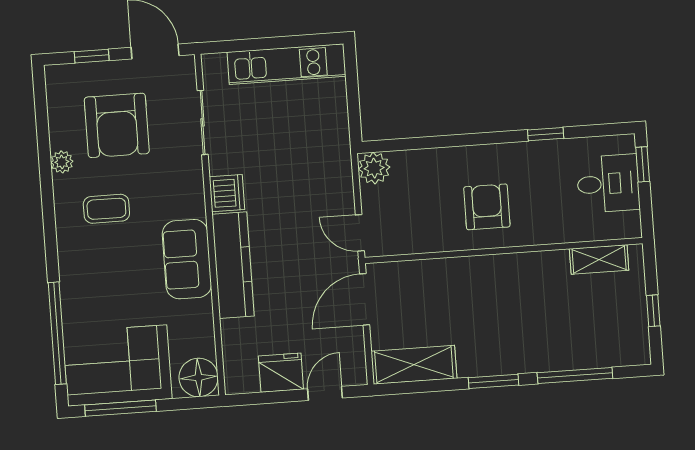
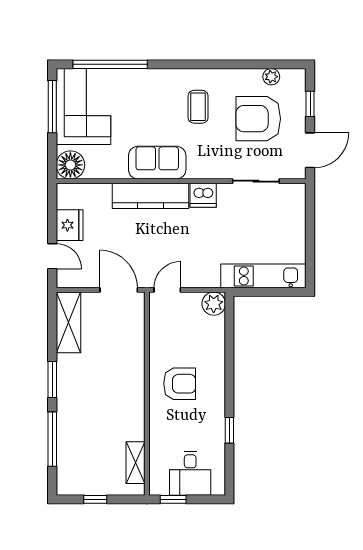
kitchen unit: (287, 64) -> (263, 276), moved, turned 90
plant: (62, 162) -> (271, 77), moved
window: (643, 164) -> (173, 499), moved

